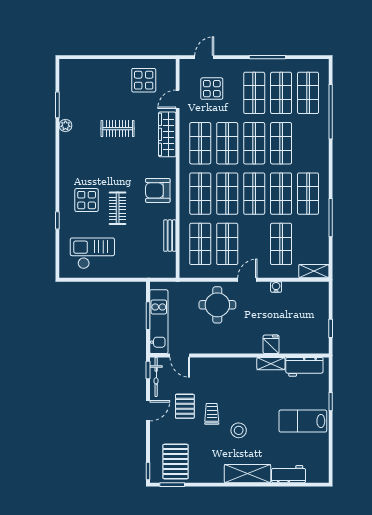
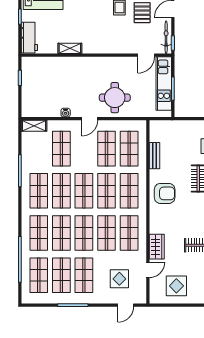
wardrobe: (167, 134) -> (157, 247), width x0.67
shop shelf: (308, 143) -> (39, 233), added
fridge: (271, 344) -> (70, 65), removed
door: (180, 355) -> (146, 55), swing flipped
workbench: (304, 367) -> (29, 38), moved, turned 90

